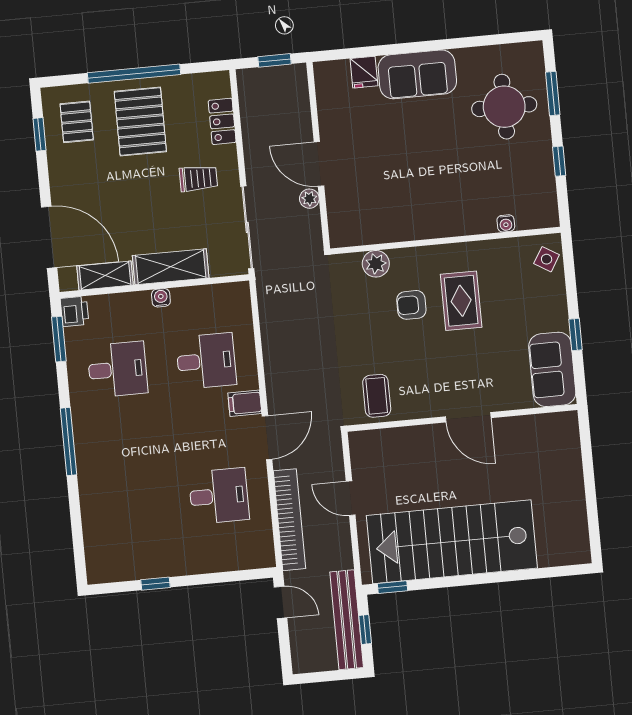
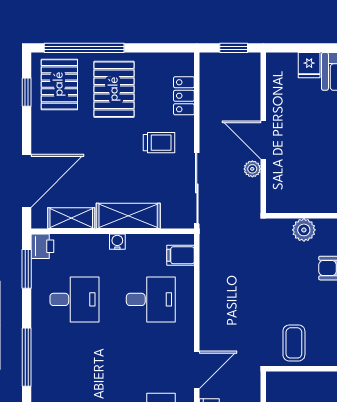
window: (134, 74) -> (84, 48), moved
pallet: (77, 122) -> (59, 84), width x1.50, depth x1.42
door: (49, 237) -> (27, 181), hinge flipped
filing cabinet: (245, 403) -> (181, 255), moved

